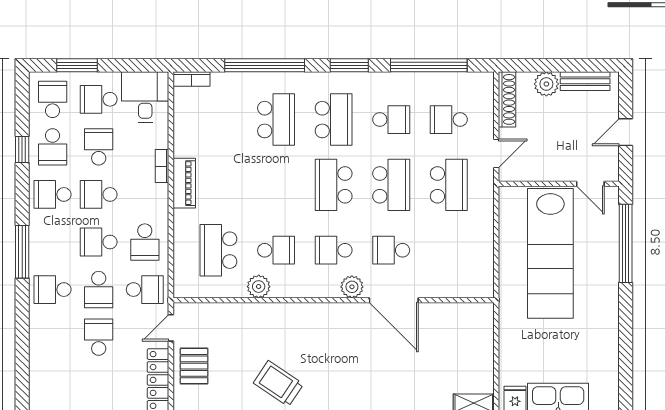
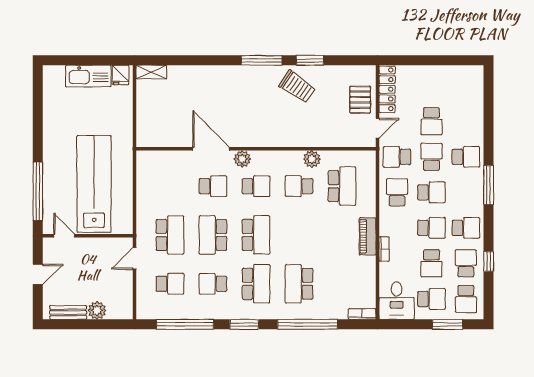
shoe rack: (507, 99) -> (126, 299), removed
school desk: (334, 120) -> (256, 284), turned 180
school desk: (449, 185) -> (170, 235), turned 180

